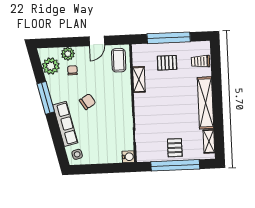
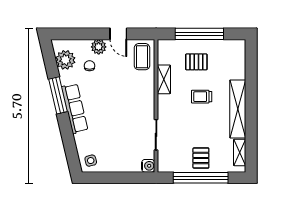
door: (97, 41) -> (118, 34), hinge flipped
plant: (68, 54) -> (99, 47), moved
trolley: (200, 61) -> (202, 97), moved
chair: (87, 102) -> (105, 102), removed
row of seats: (65, 124) -> (75, 109), moved

